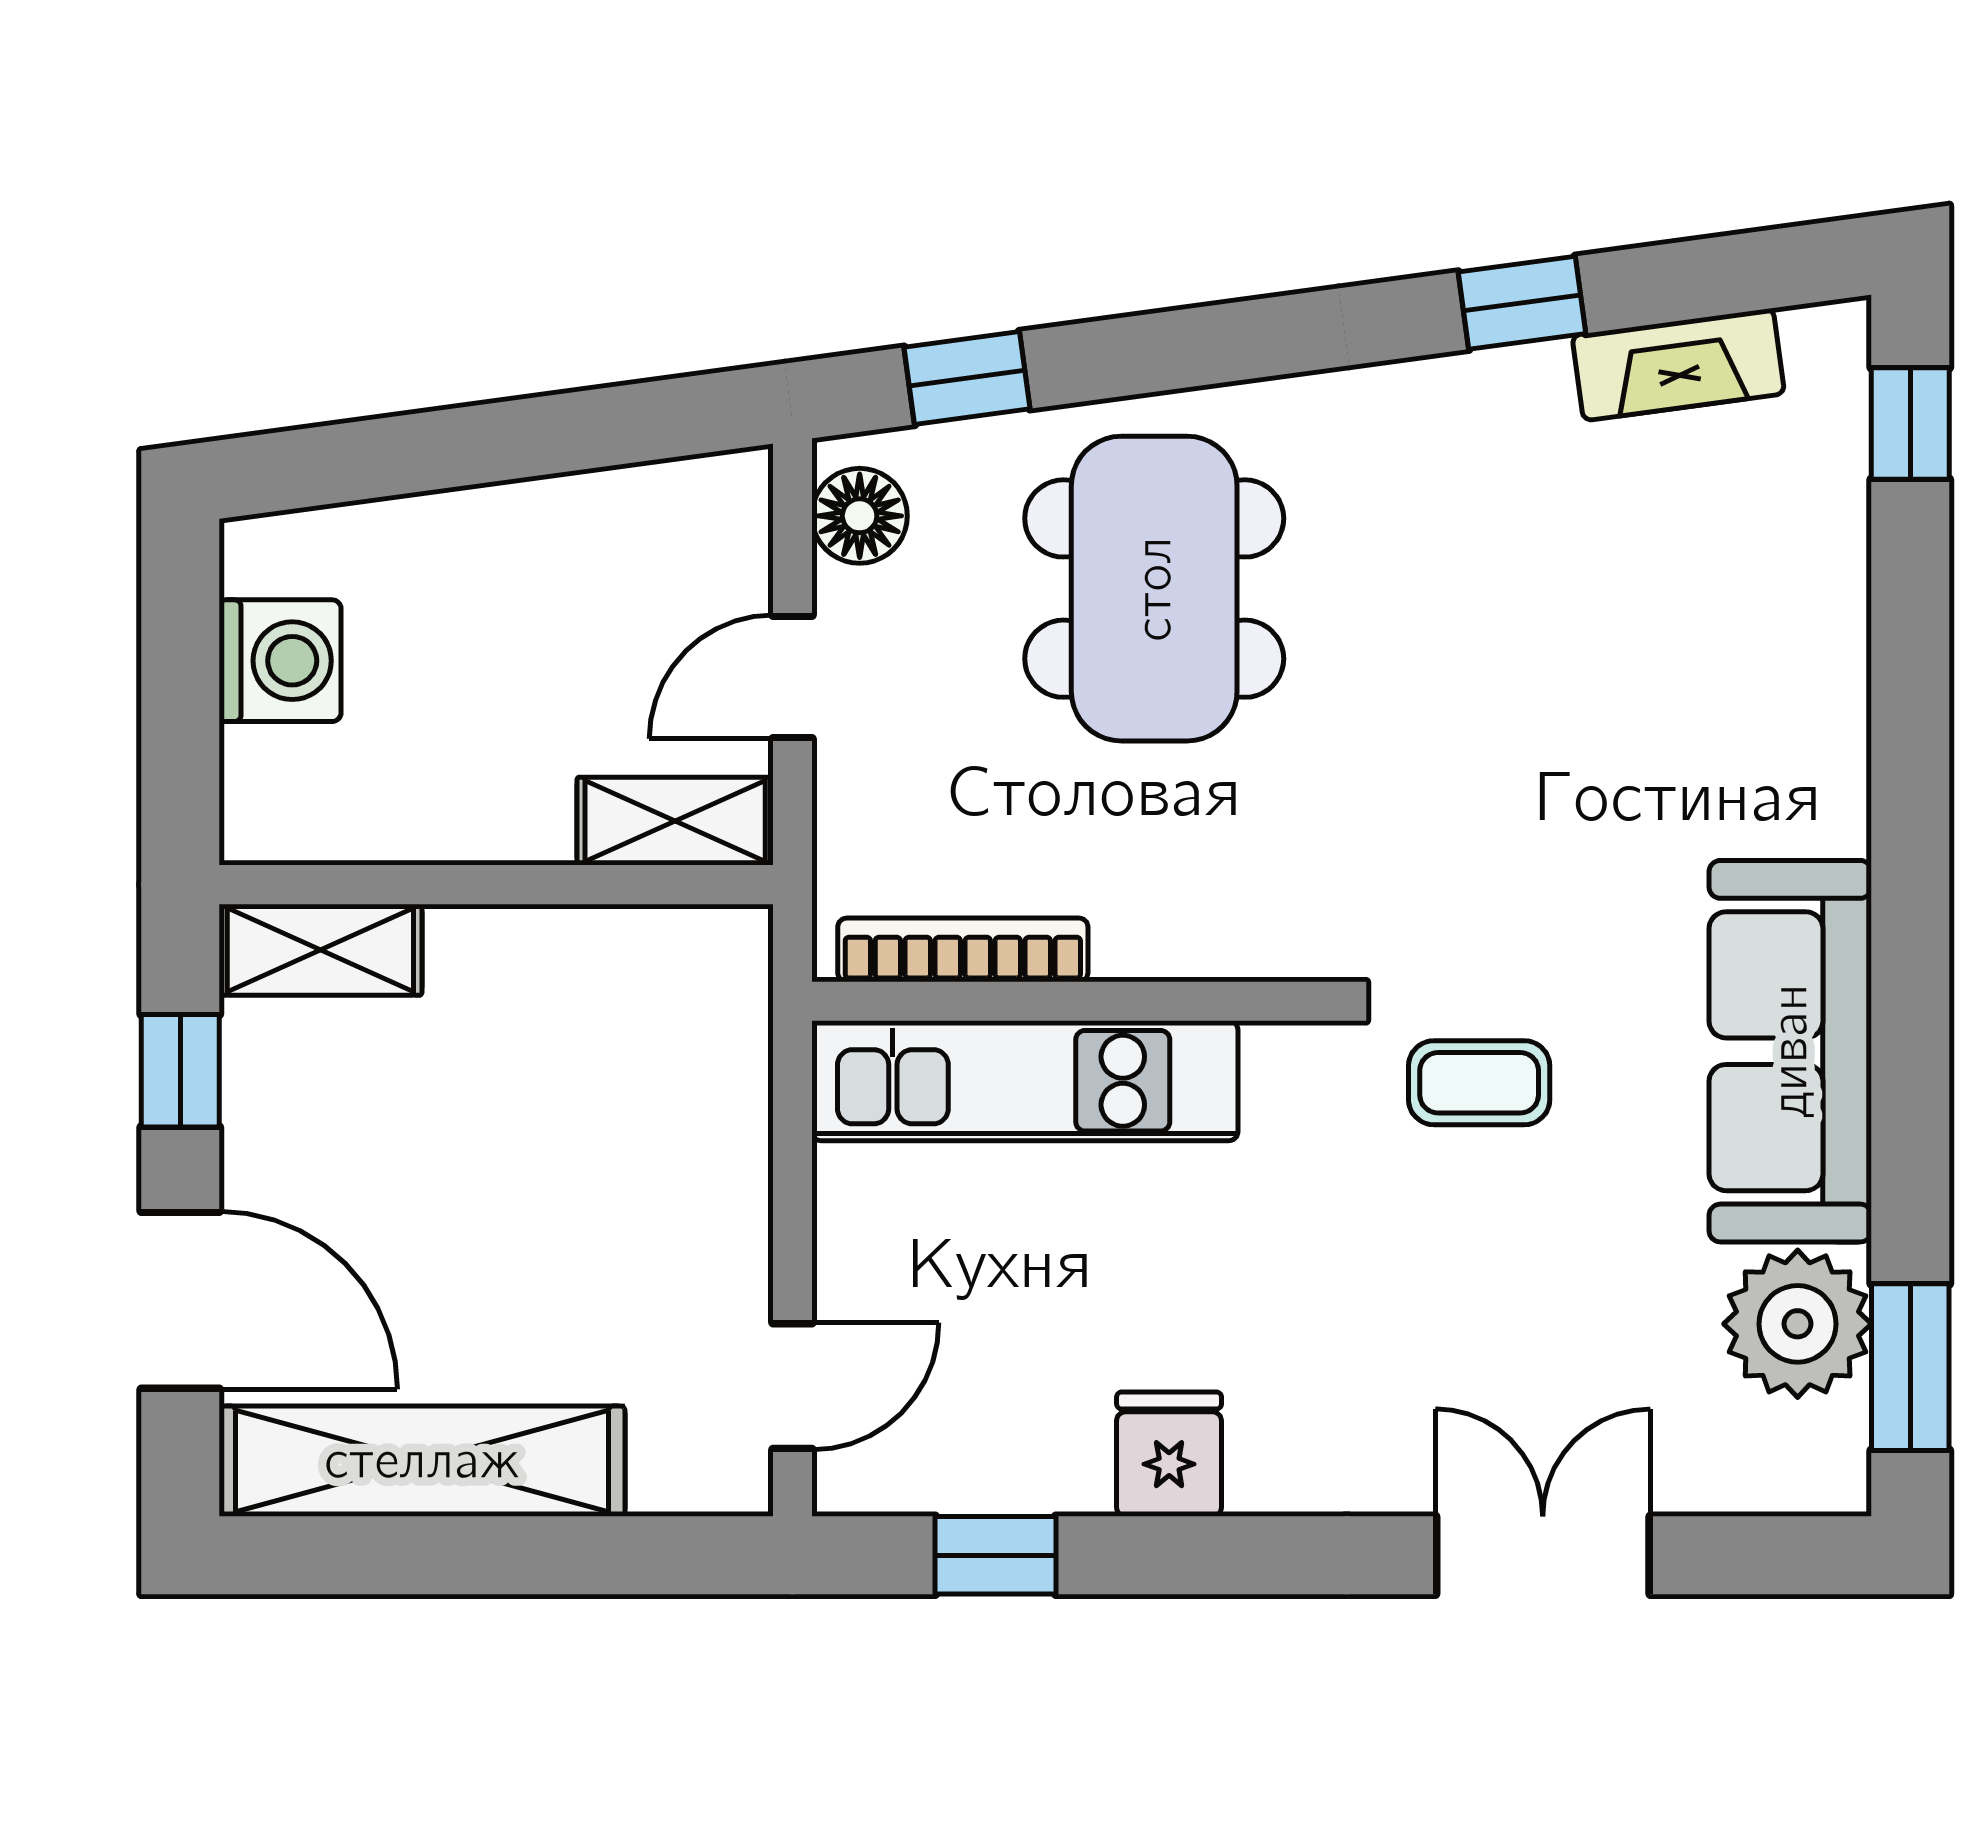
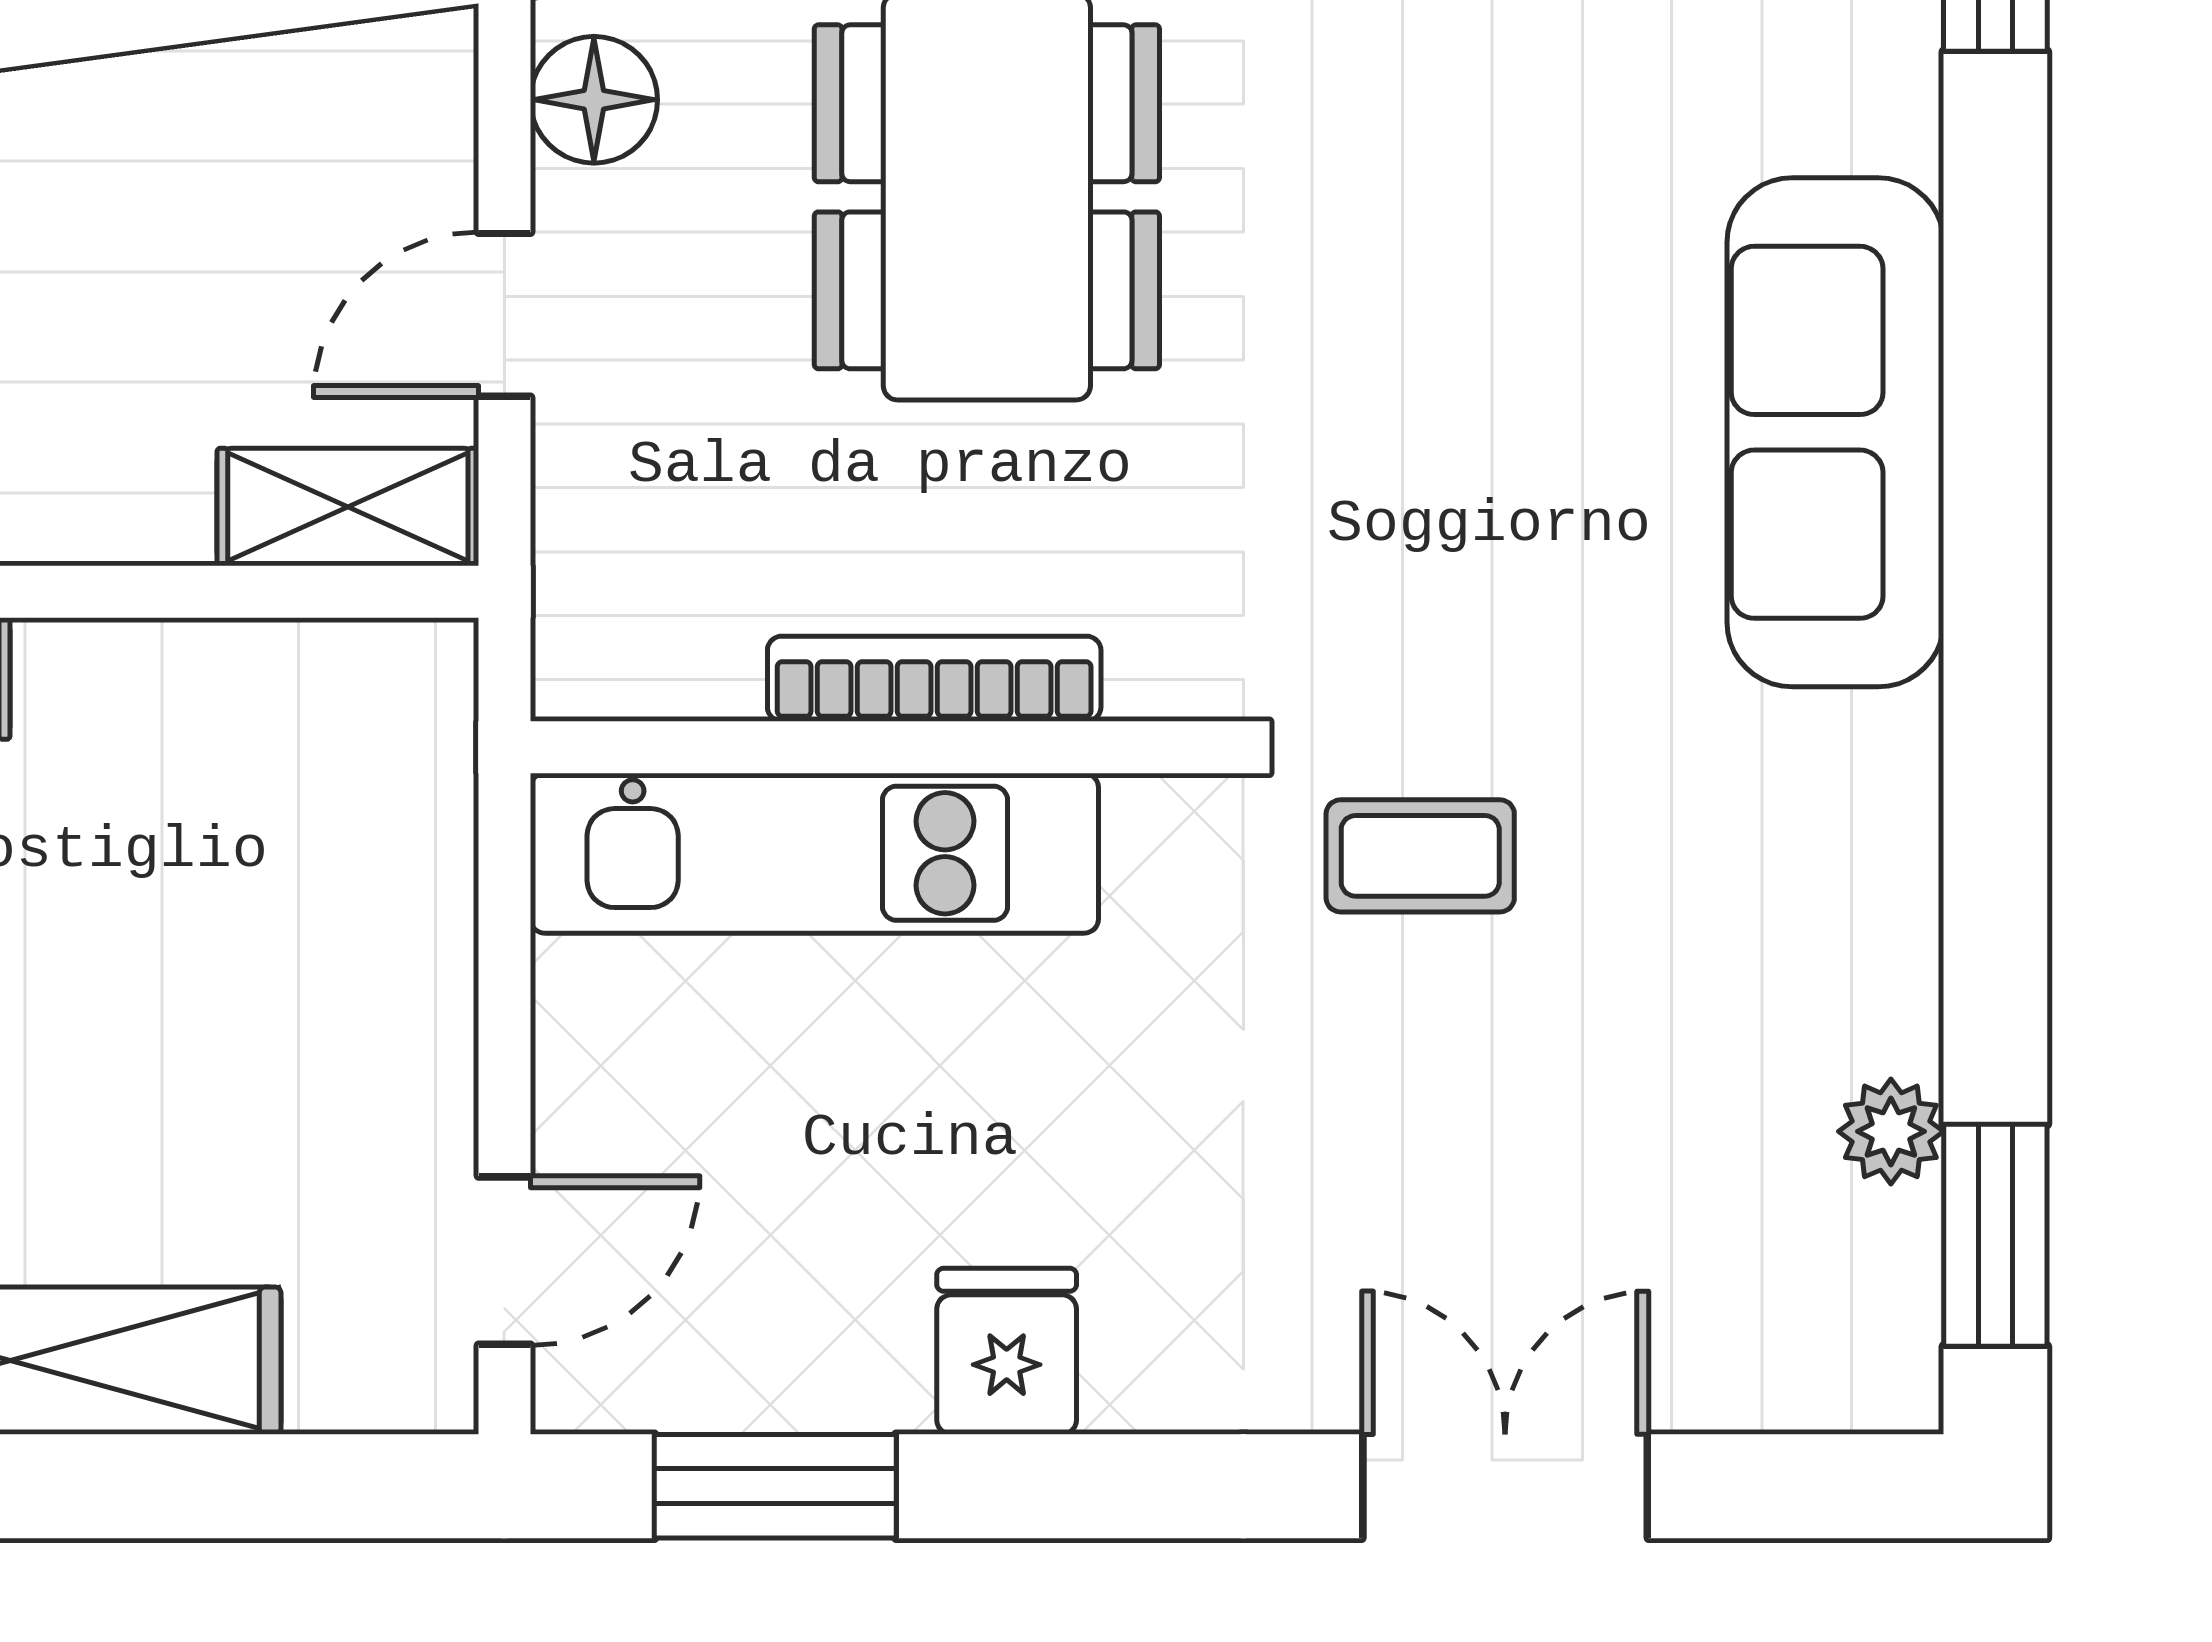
bookcase: (963, 950) -> (934, 679), moved
sofa: (1790, 1051) -> (1835, 432), moved
plant: (1798, 1324) -> (1891, 1131), width x0.53, depth x0.53
window: (995, 1555) -> (775, 1486), width x1.50

